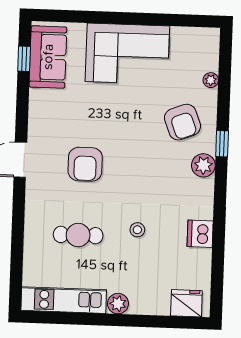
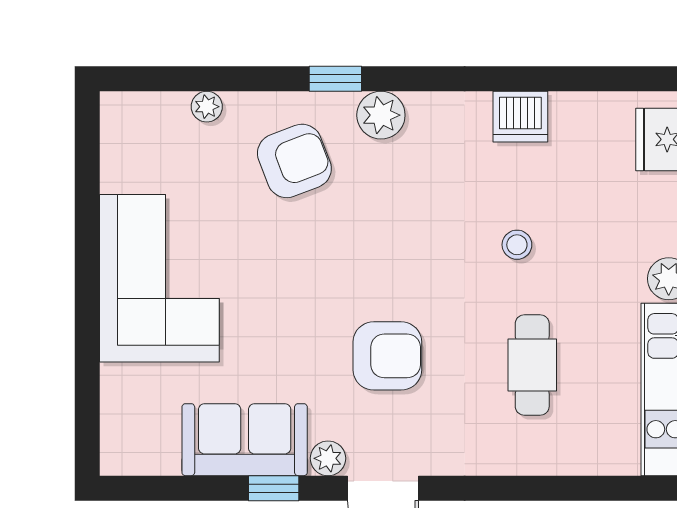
sofa: (48, 57) -> (245, 440), moved
window: (24, 59) -> (274, 488), moved
plant: (36, 133) -> (328, 458), added

